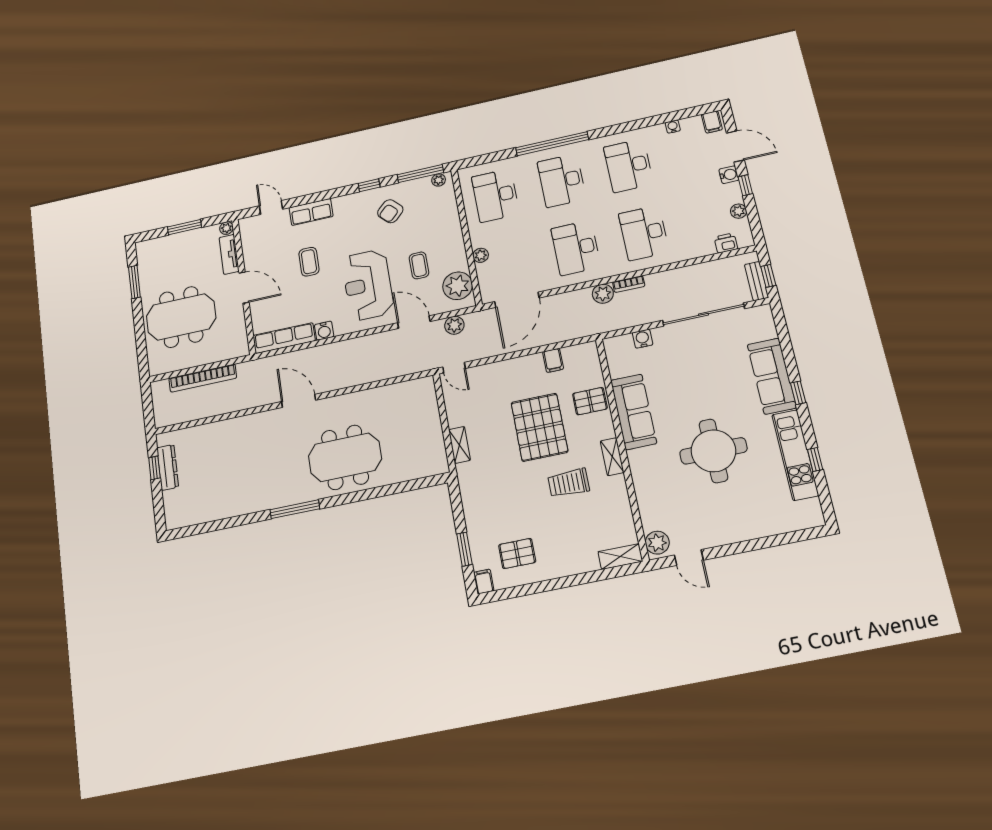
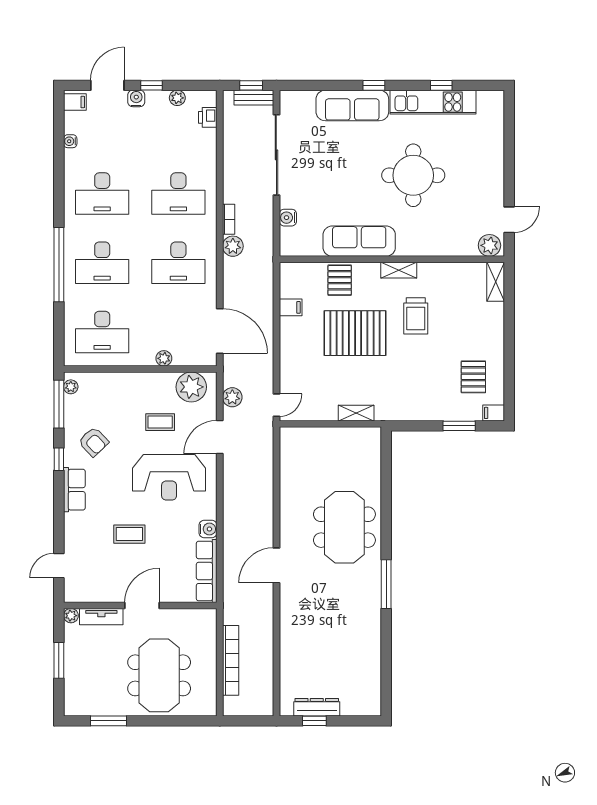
row of seats: (311, 212) -> (74, 490), moved

